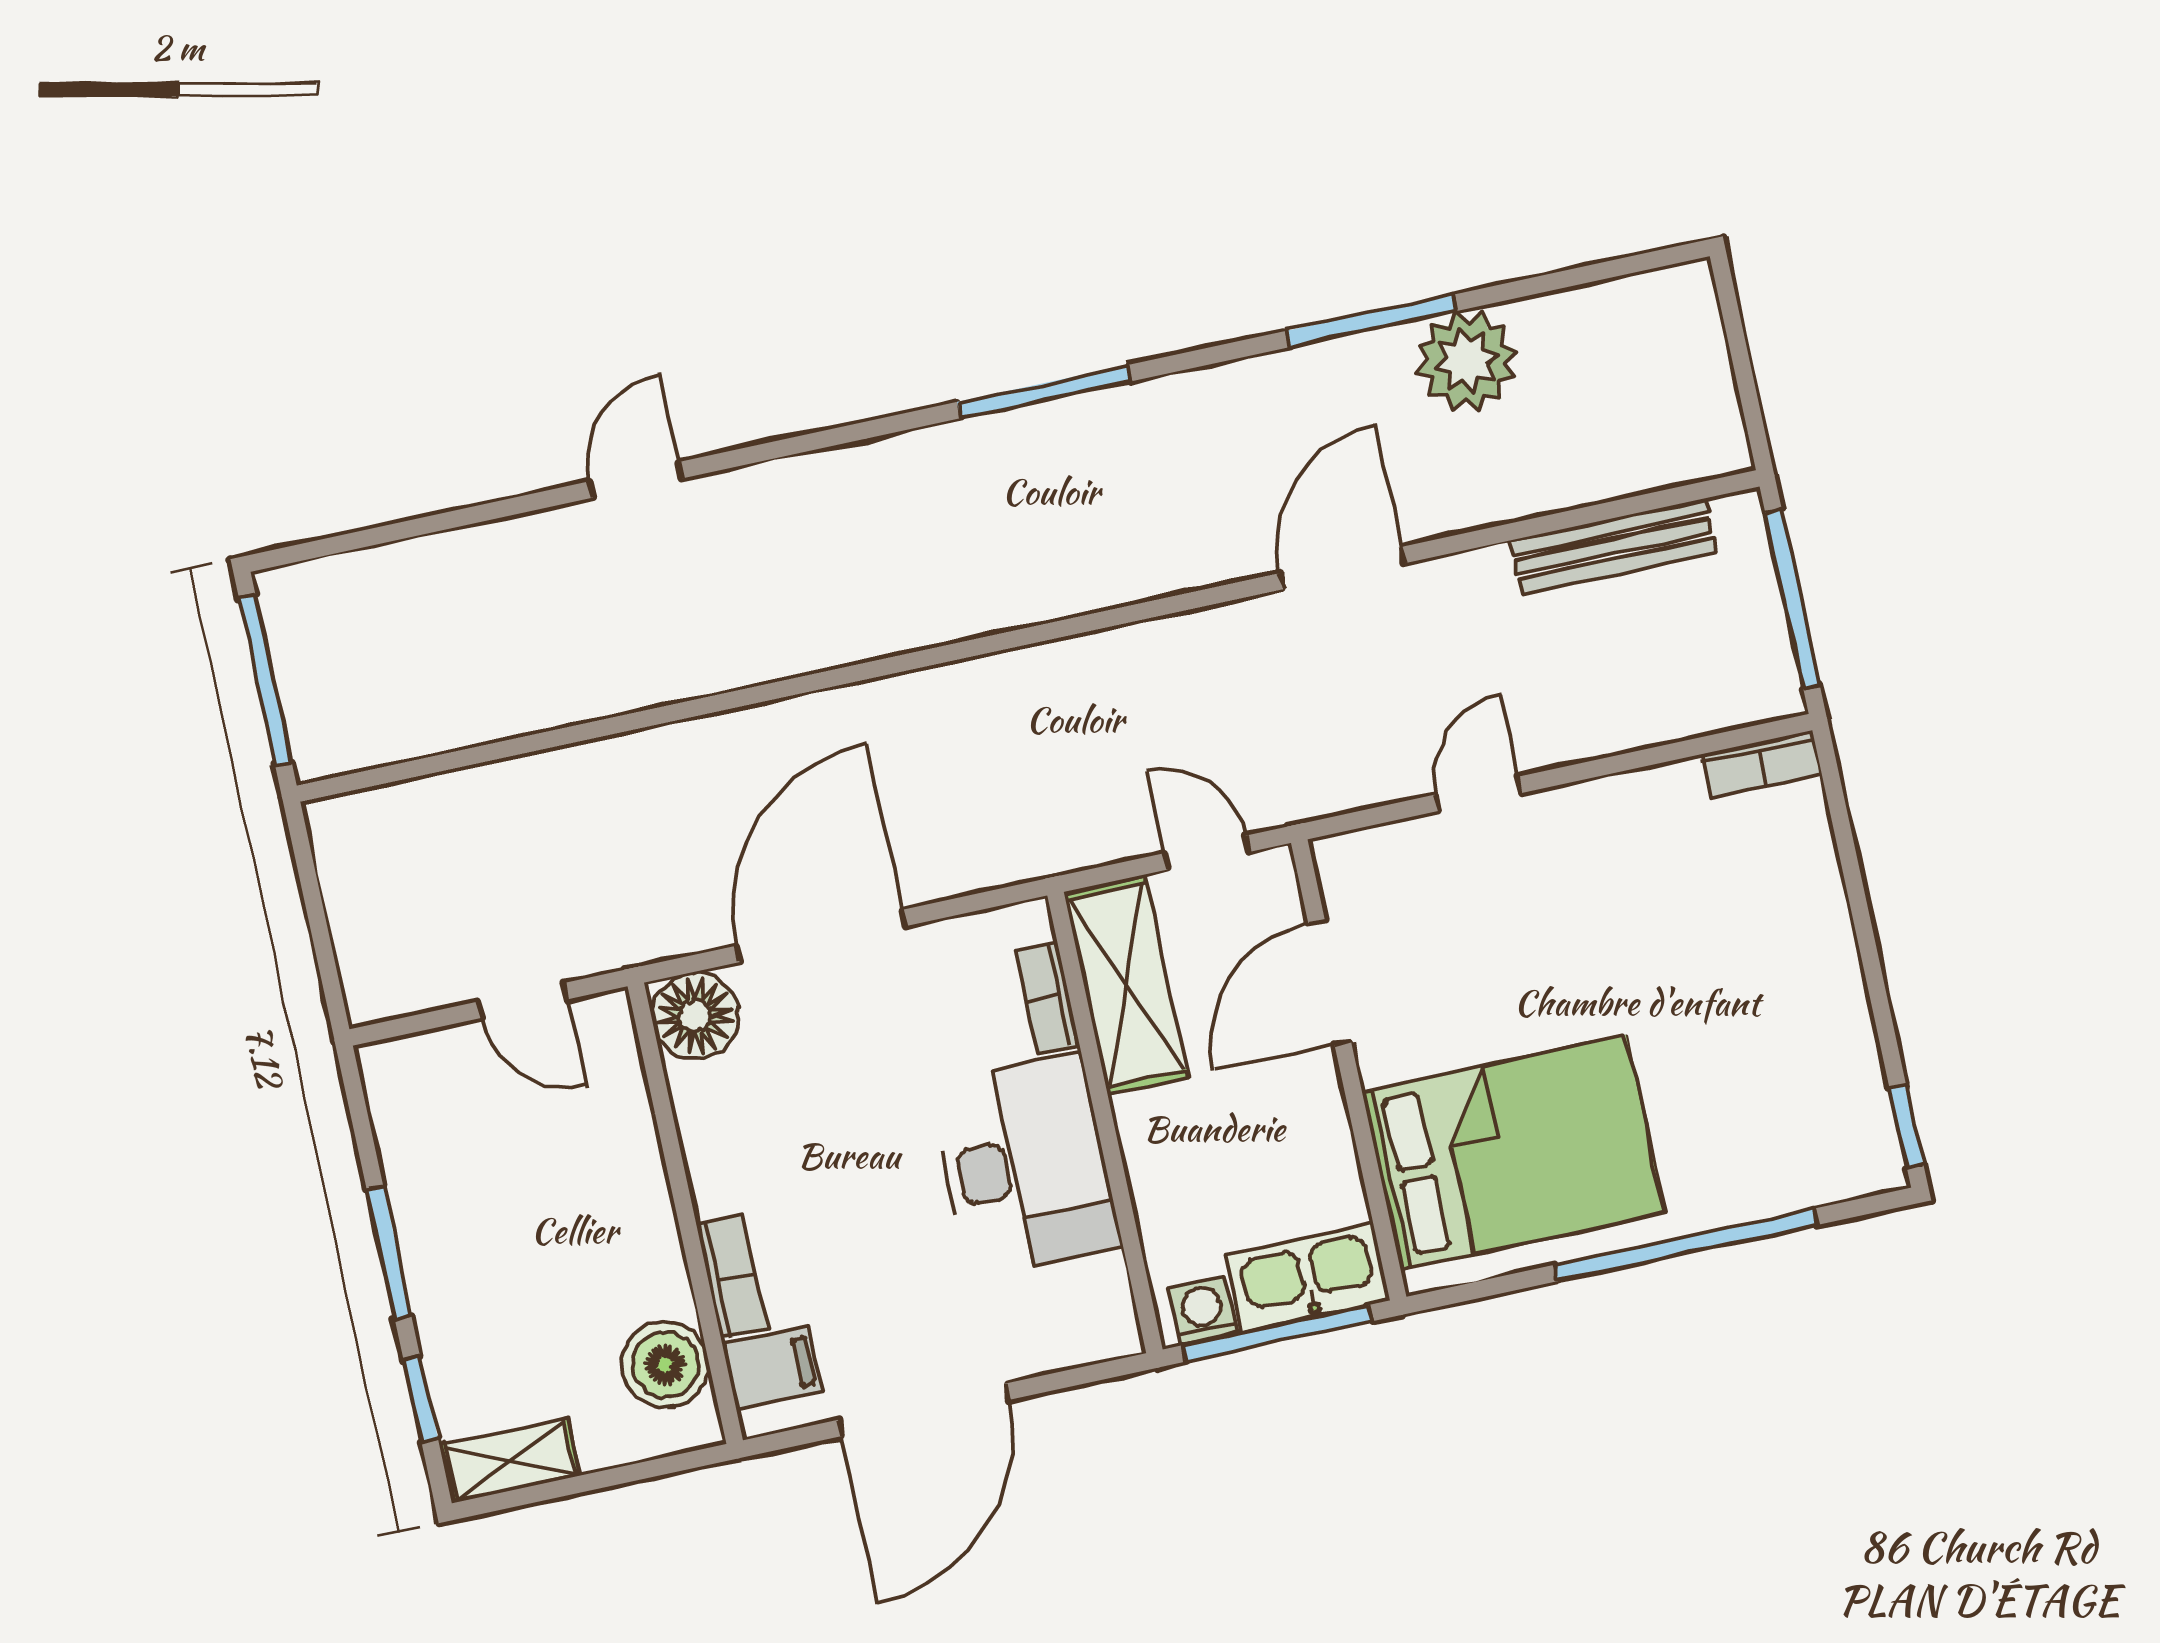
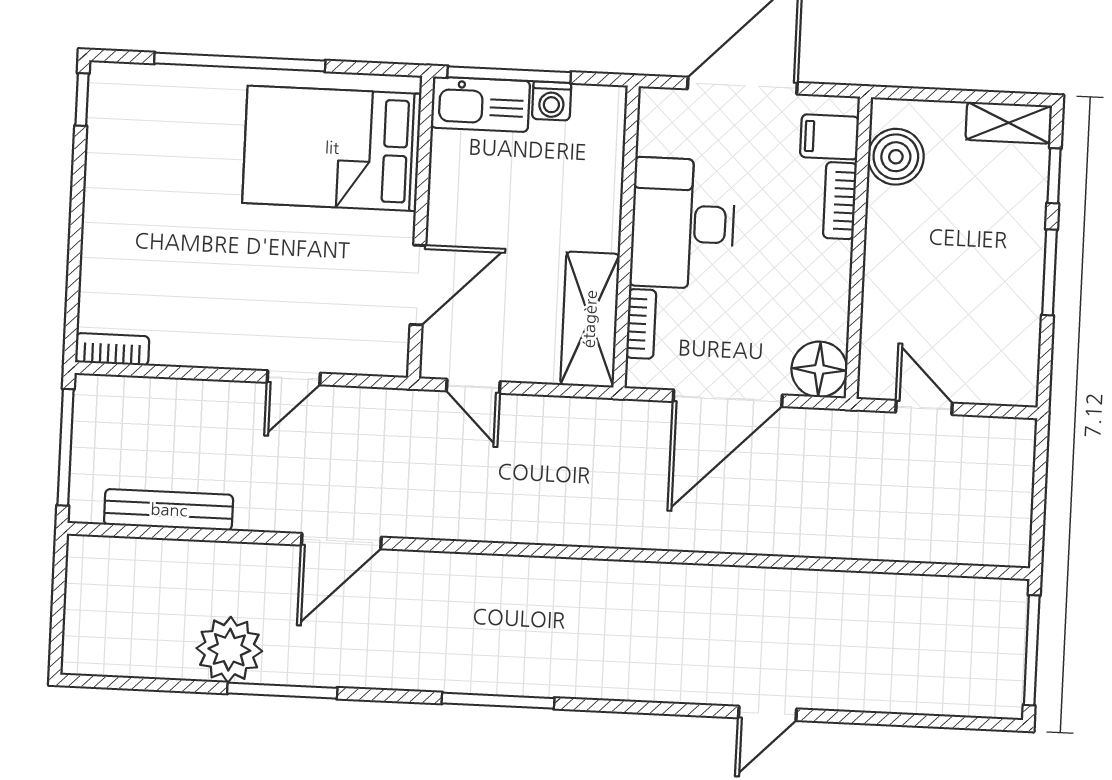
shelving: (1126, 984) -> (590, 319), moved
bookcase: (1048, 998) -> (641, 324), moved
wall: (1105, 1123) -> (626, 237), moved
desk: (1026, 1165) -> (683, 223), moved

